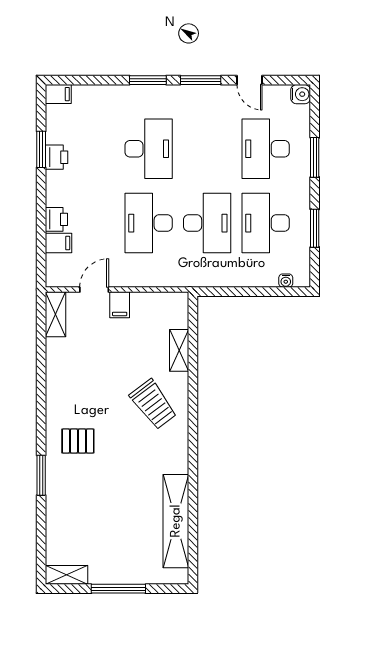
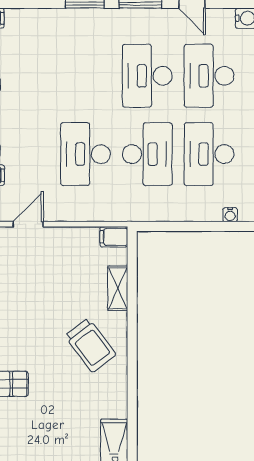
desk: (149, 149) -> (147, 76), moved, turned 180
filing cabinet: (120, 305) -> (114, 237), moved, turned 90

